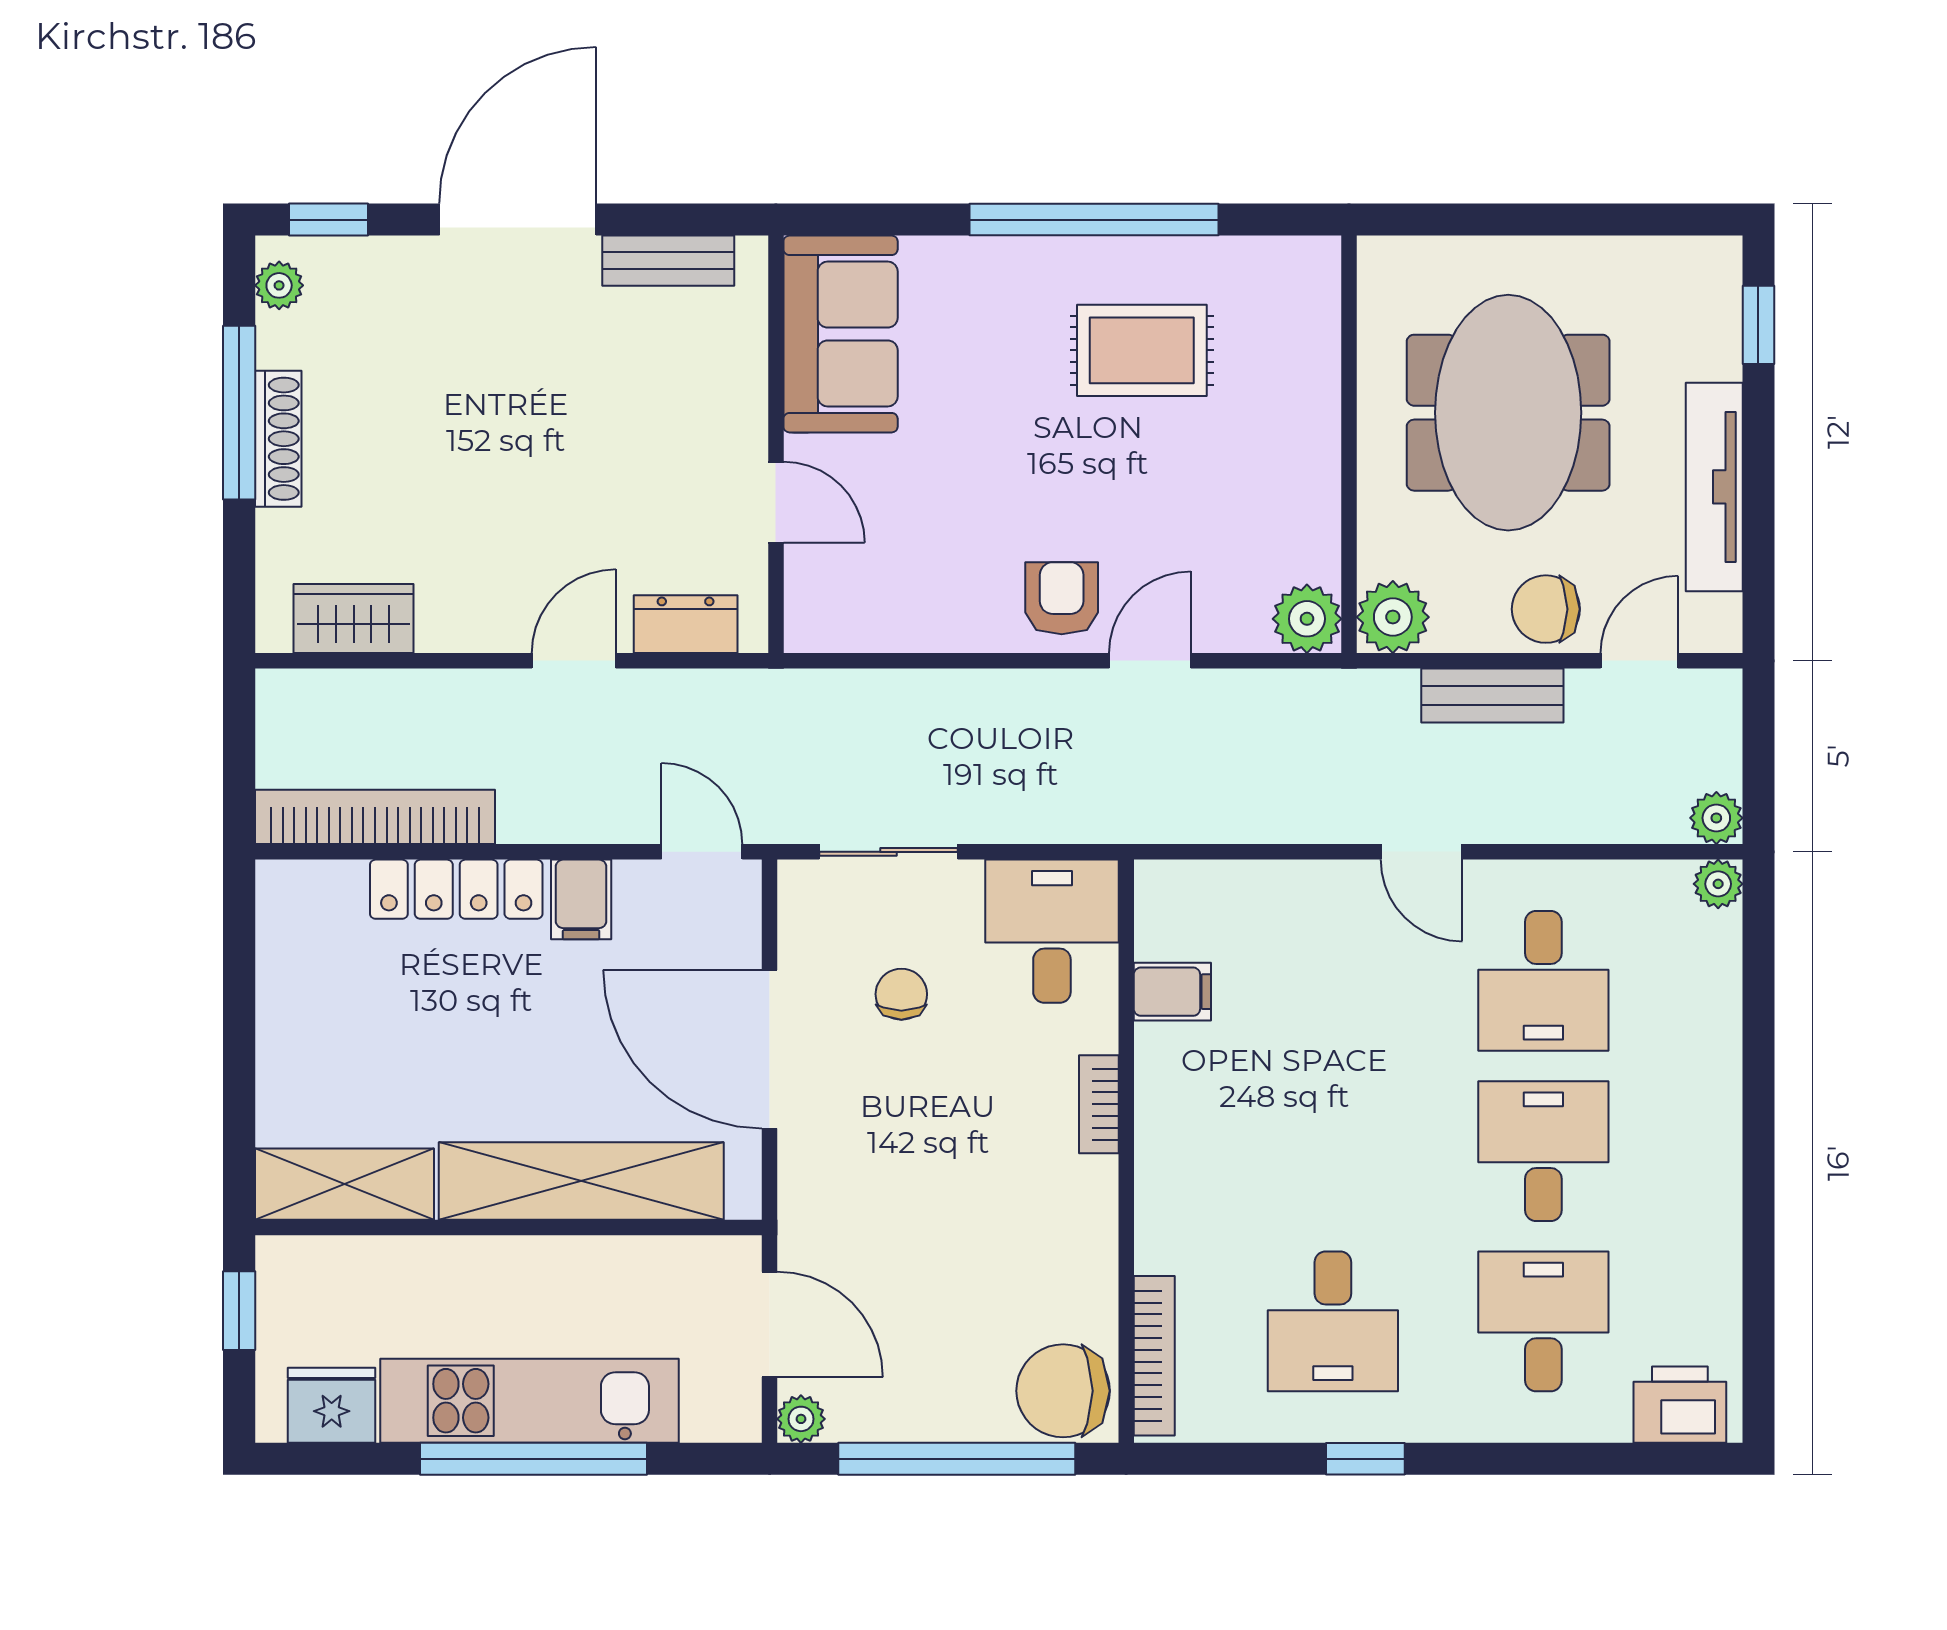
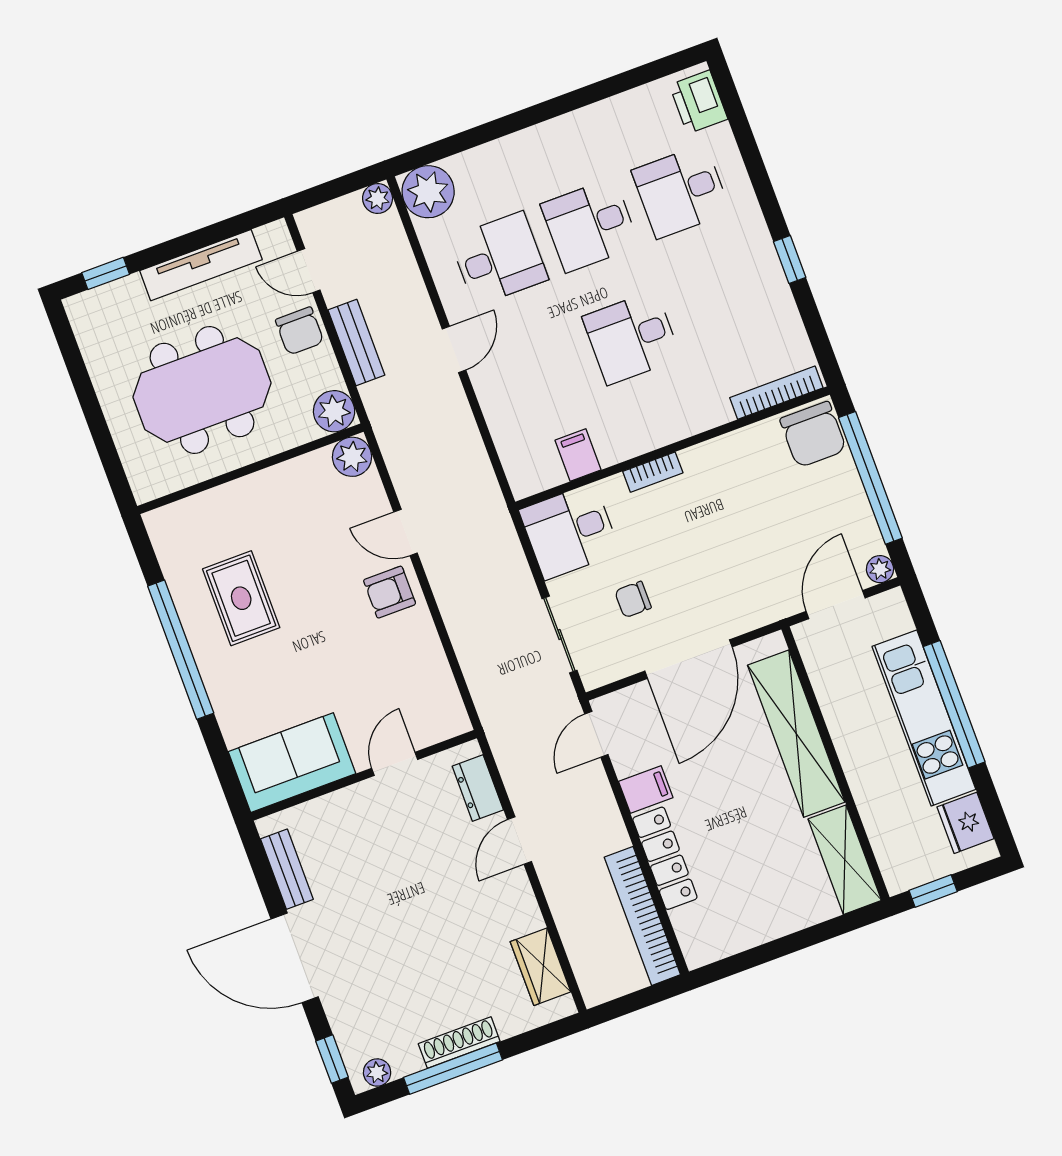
door: (574, 661) -> (520, 841), hinge flipped
plant: (1718, 884) -> (428, 192), width x1.87, depth x1.87
desk: (1333, 1321) -> (632, 338), moved, turned 180

